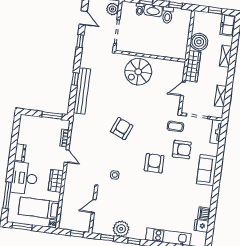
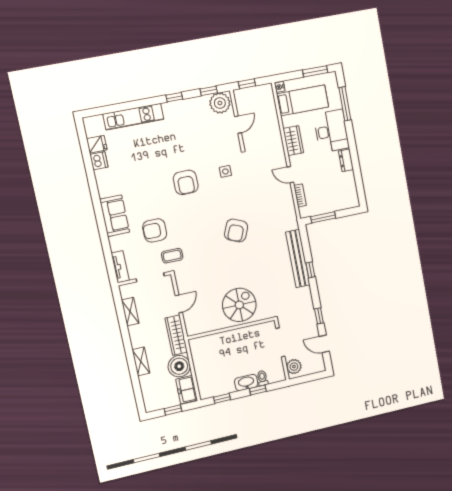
toilet: (168, 15) -> (228, 384), removed
freezer: (228, 25) -> (187, 390), moved, turned 180
armchair: (154, 163) -> (186, 182), moved
plant: (121, 229) -> (220, 103), moved

